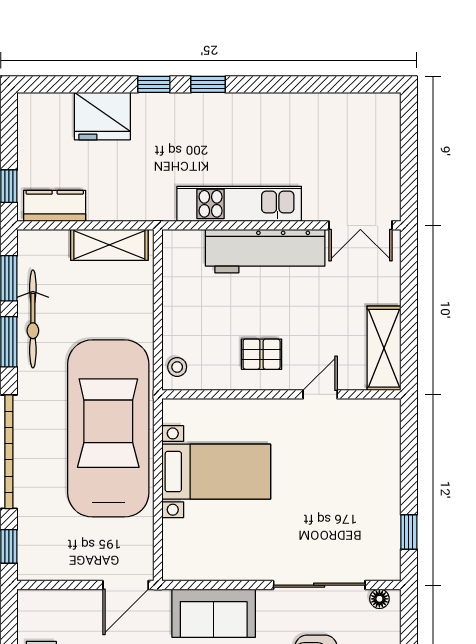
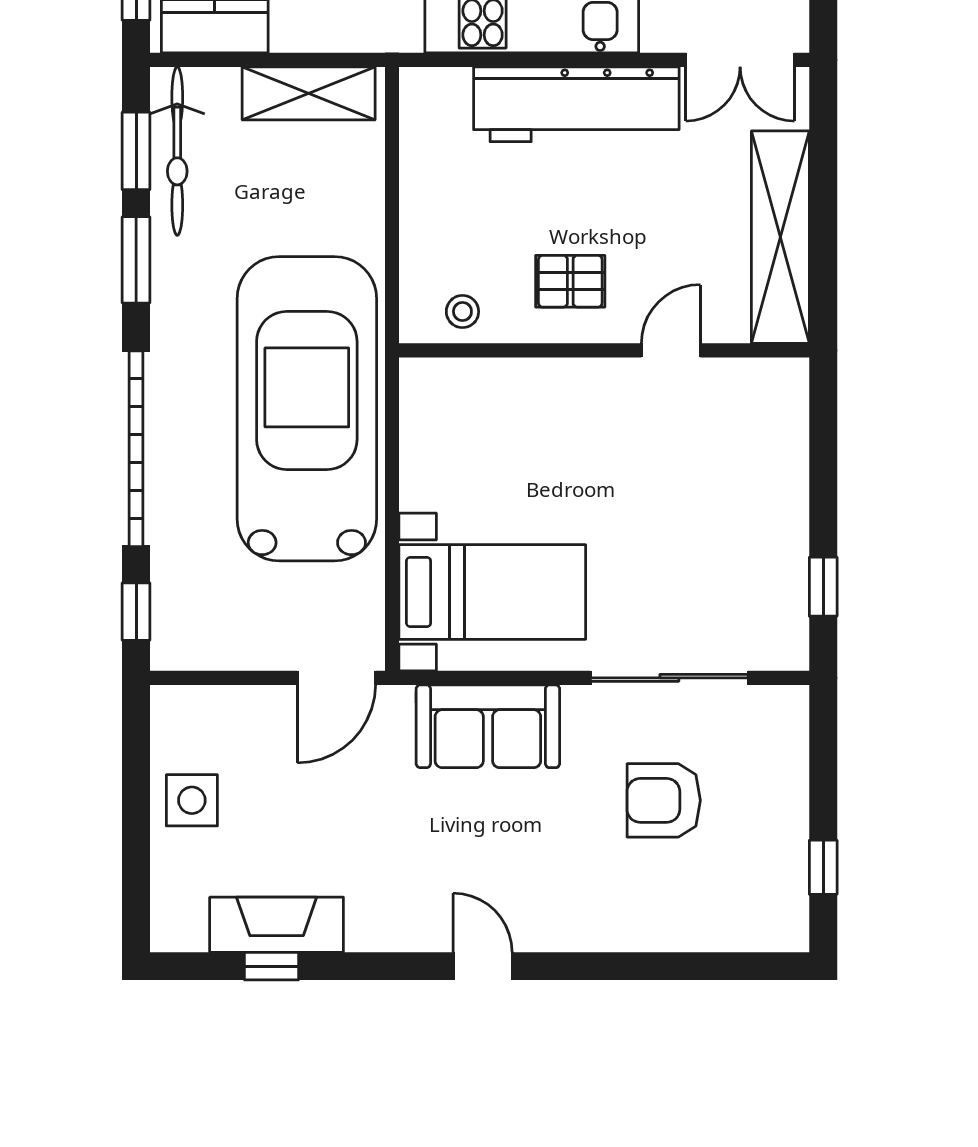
bicycle: (33, 319) -> (177, 151), moved
shelving: (384, 348) -> (780, 237), width x1.47
stool: (177, 367) -> (462, 312), moved
bed with nightstands: (216, 472) -> (492, 592), moved
floor lamp: (379, 599) -> (773, 702), removed

